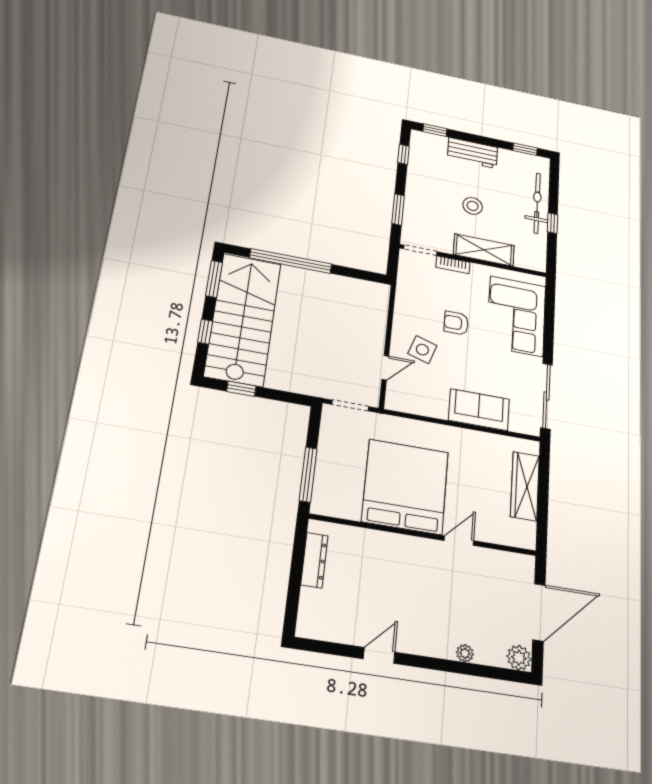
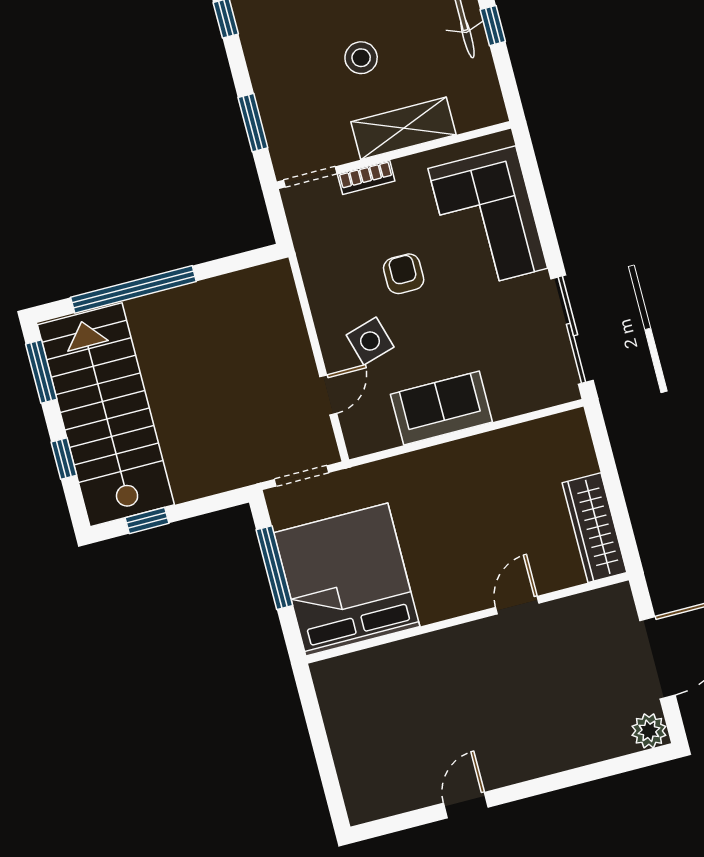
armchair: (456, 323) -> (404, 274), turned 90
side table: (422, 350) -> (370, 341), turned -34
sofa: (479, 410) -> (441, 408), moved
window: (308, 475) -> (274, 568), moved
wardrobe: (525, 486) -> (594, 528), moved
bed: (405, 487) -> (347, 580), moved
dresser: (314, 560) -> (337, 717), removed
plant: (465, 653) -> (576, 755), removed

